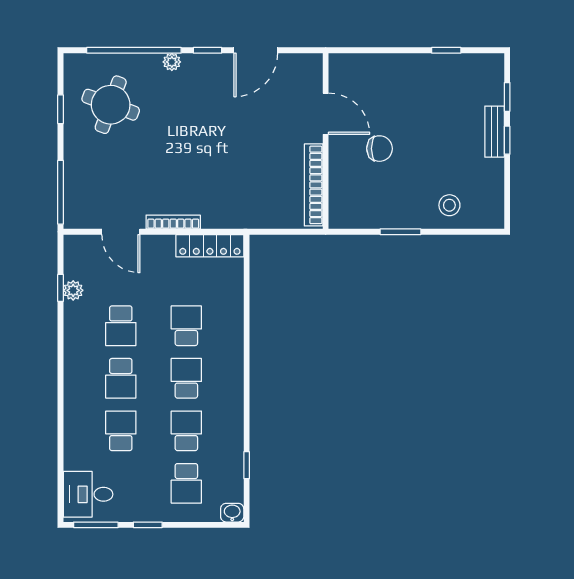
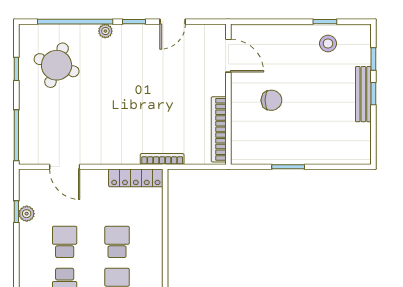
door: (256, 50) -> (173, 22), width x0.73
door: (326, 114) -> (228, 56), moved
bench: (495, 132) -> (363, 94), width x1.36
stool: (449, 205) -> (328, 44), moved
bookcase: (173, 222) -> (162, 159), moved
school desk: (121, 326) -> (65, 242), turned 180

